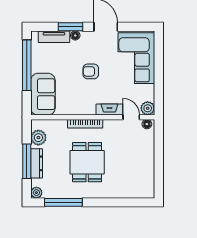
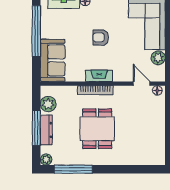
plant: (148, 108) -> (158, 58), moved
fireplace: (109, 110) -> (99, 76), moved

